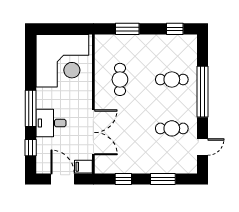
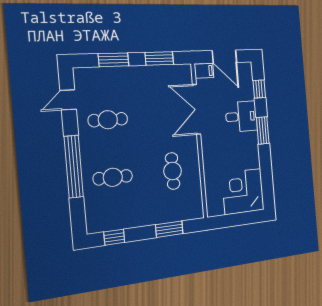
corner desk: (62, 61) -> (243, 192), width x0.74, depth x0.74
window: (31, 108) -> (263, 130), width x0.69
window: (123, 179) -> (159, 58), width x1.50

